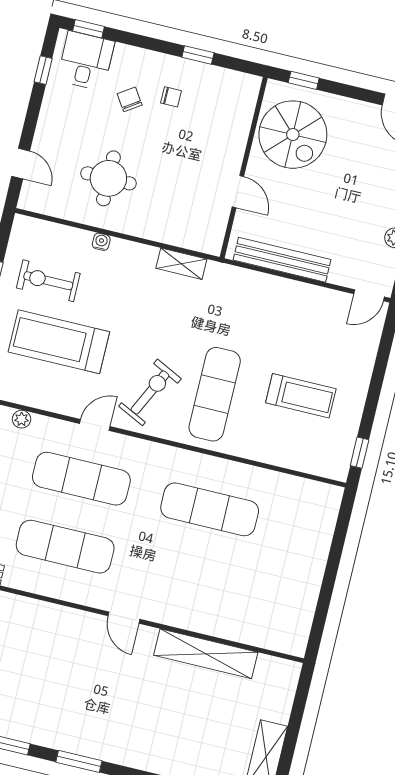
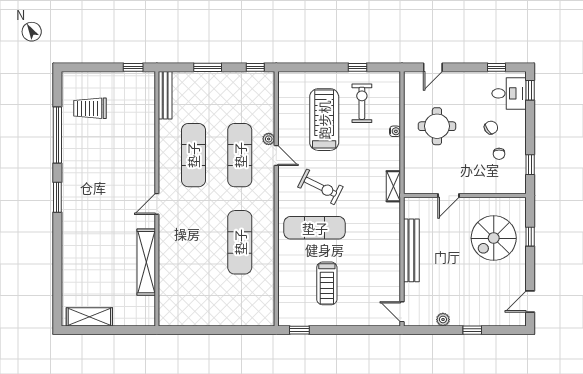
wall: (244, 167) -> (465, 196), moved
door: (238, 192) -> (448, 196), moved
exercise bike: (150, 392) -> (320, 187), moved
plant: (21, 419) -> (269, 139), moved

